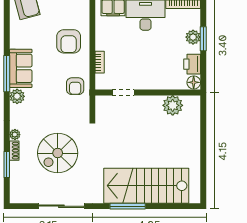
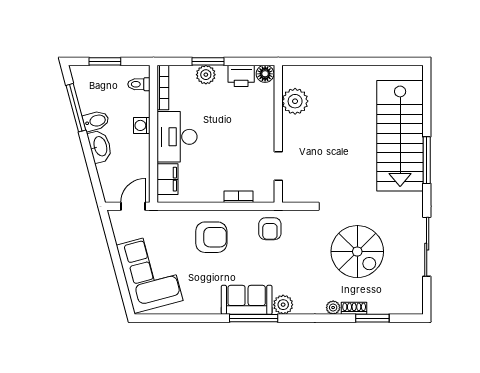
armchair: (75, 86) -> (270, 229), turned 90

